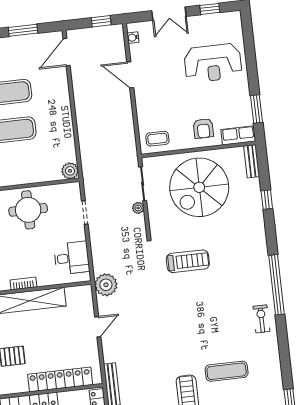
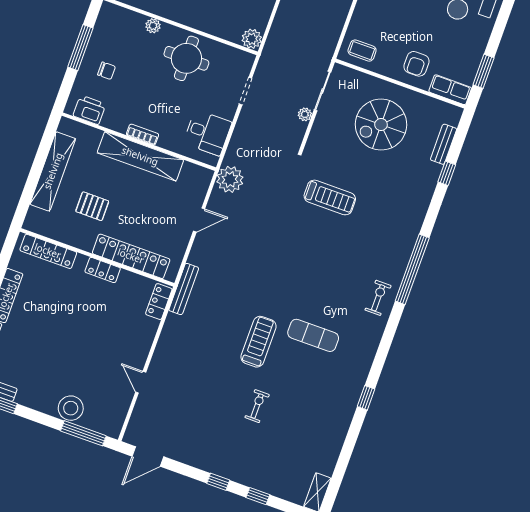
bench: (252, 161) -> (444, 144), moved
spiral stairs: (199, 187) -> (381, 125), width x0.73, depth x0.73

